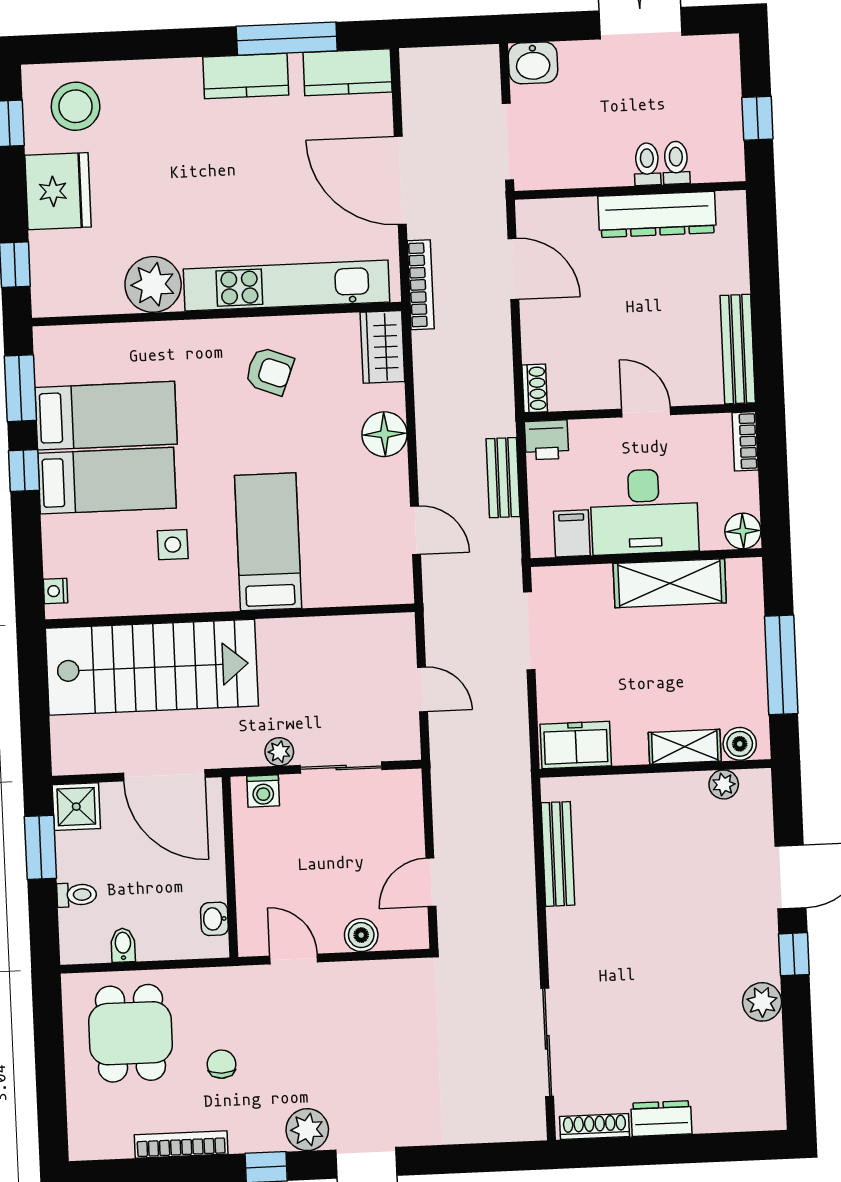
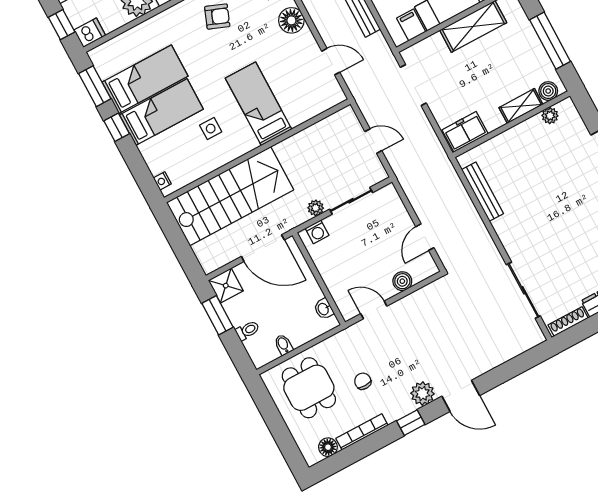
dishwasher: (54, 299) -> (90, 33), added
floor lamp: (115, 1143) -> (328, 447), added

